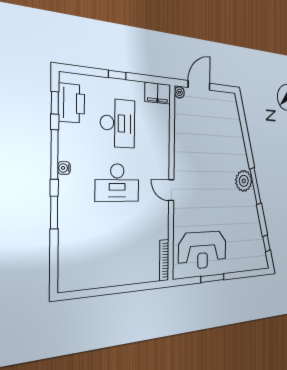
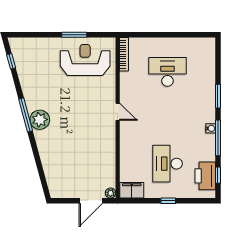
desk: (117, 183) -> (168, 72), moved

